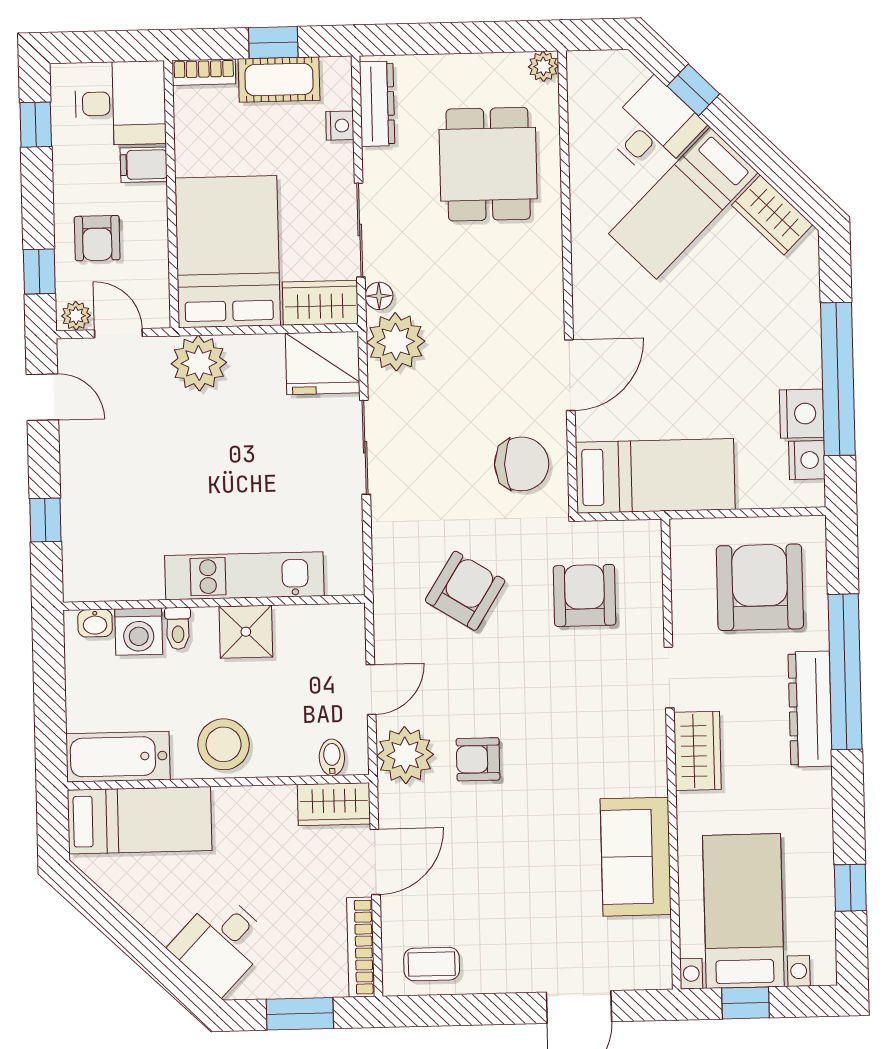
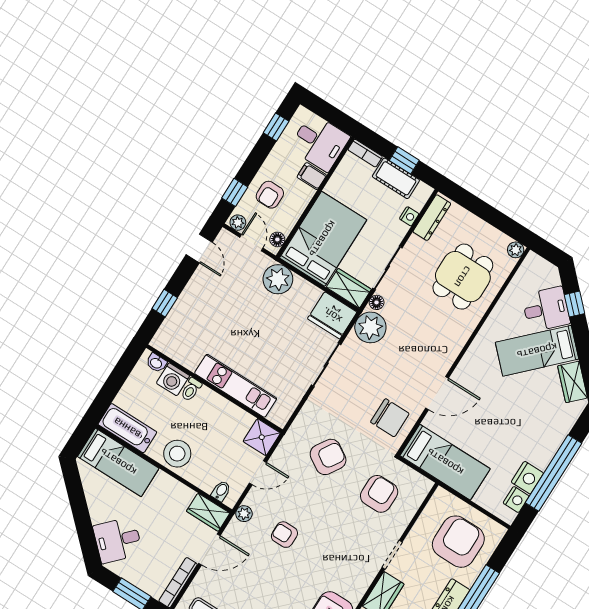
floor lamp: (156, 301) -> (277, 239), added
shower: (246, 632) -> (262, 437), moved
plant: (405, 755) -> (244, 514), width x0.53, depth x0.53

